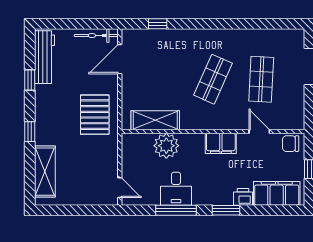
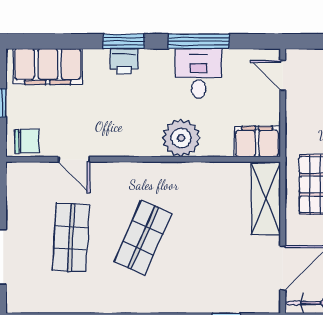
shelving: (155, 120) -> (266, 199), moved, turned 90
filing cabinet: (221, 143) -> (257, 142), moved
plant: (166, 146) -> (181, 138), moved
printer: (243, 197) -> (124, 61), moved

